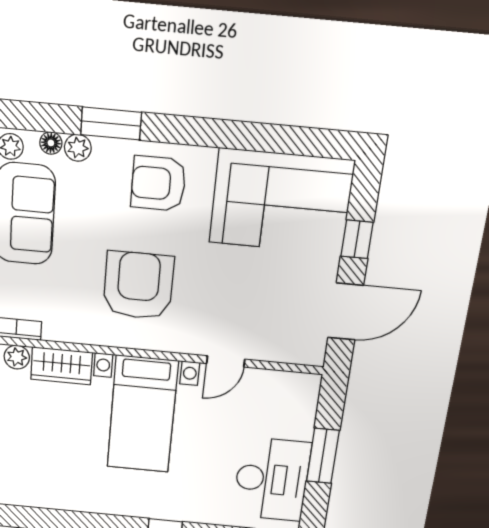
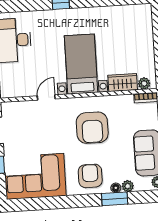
floor lamp: (51, 143) -> (116, 188), moved
armchair: (158, 184) -> (90, 176), turned -90

